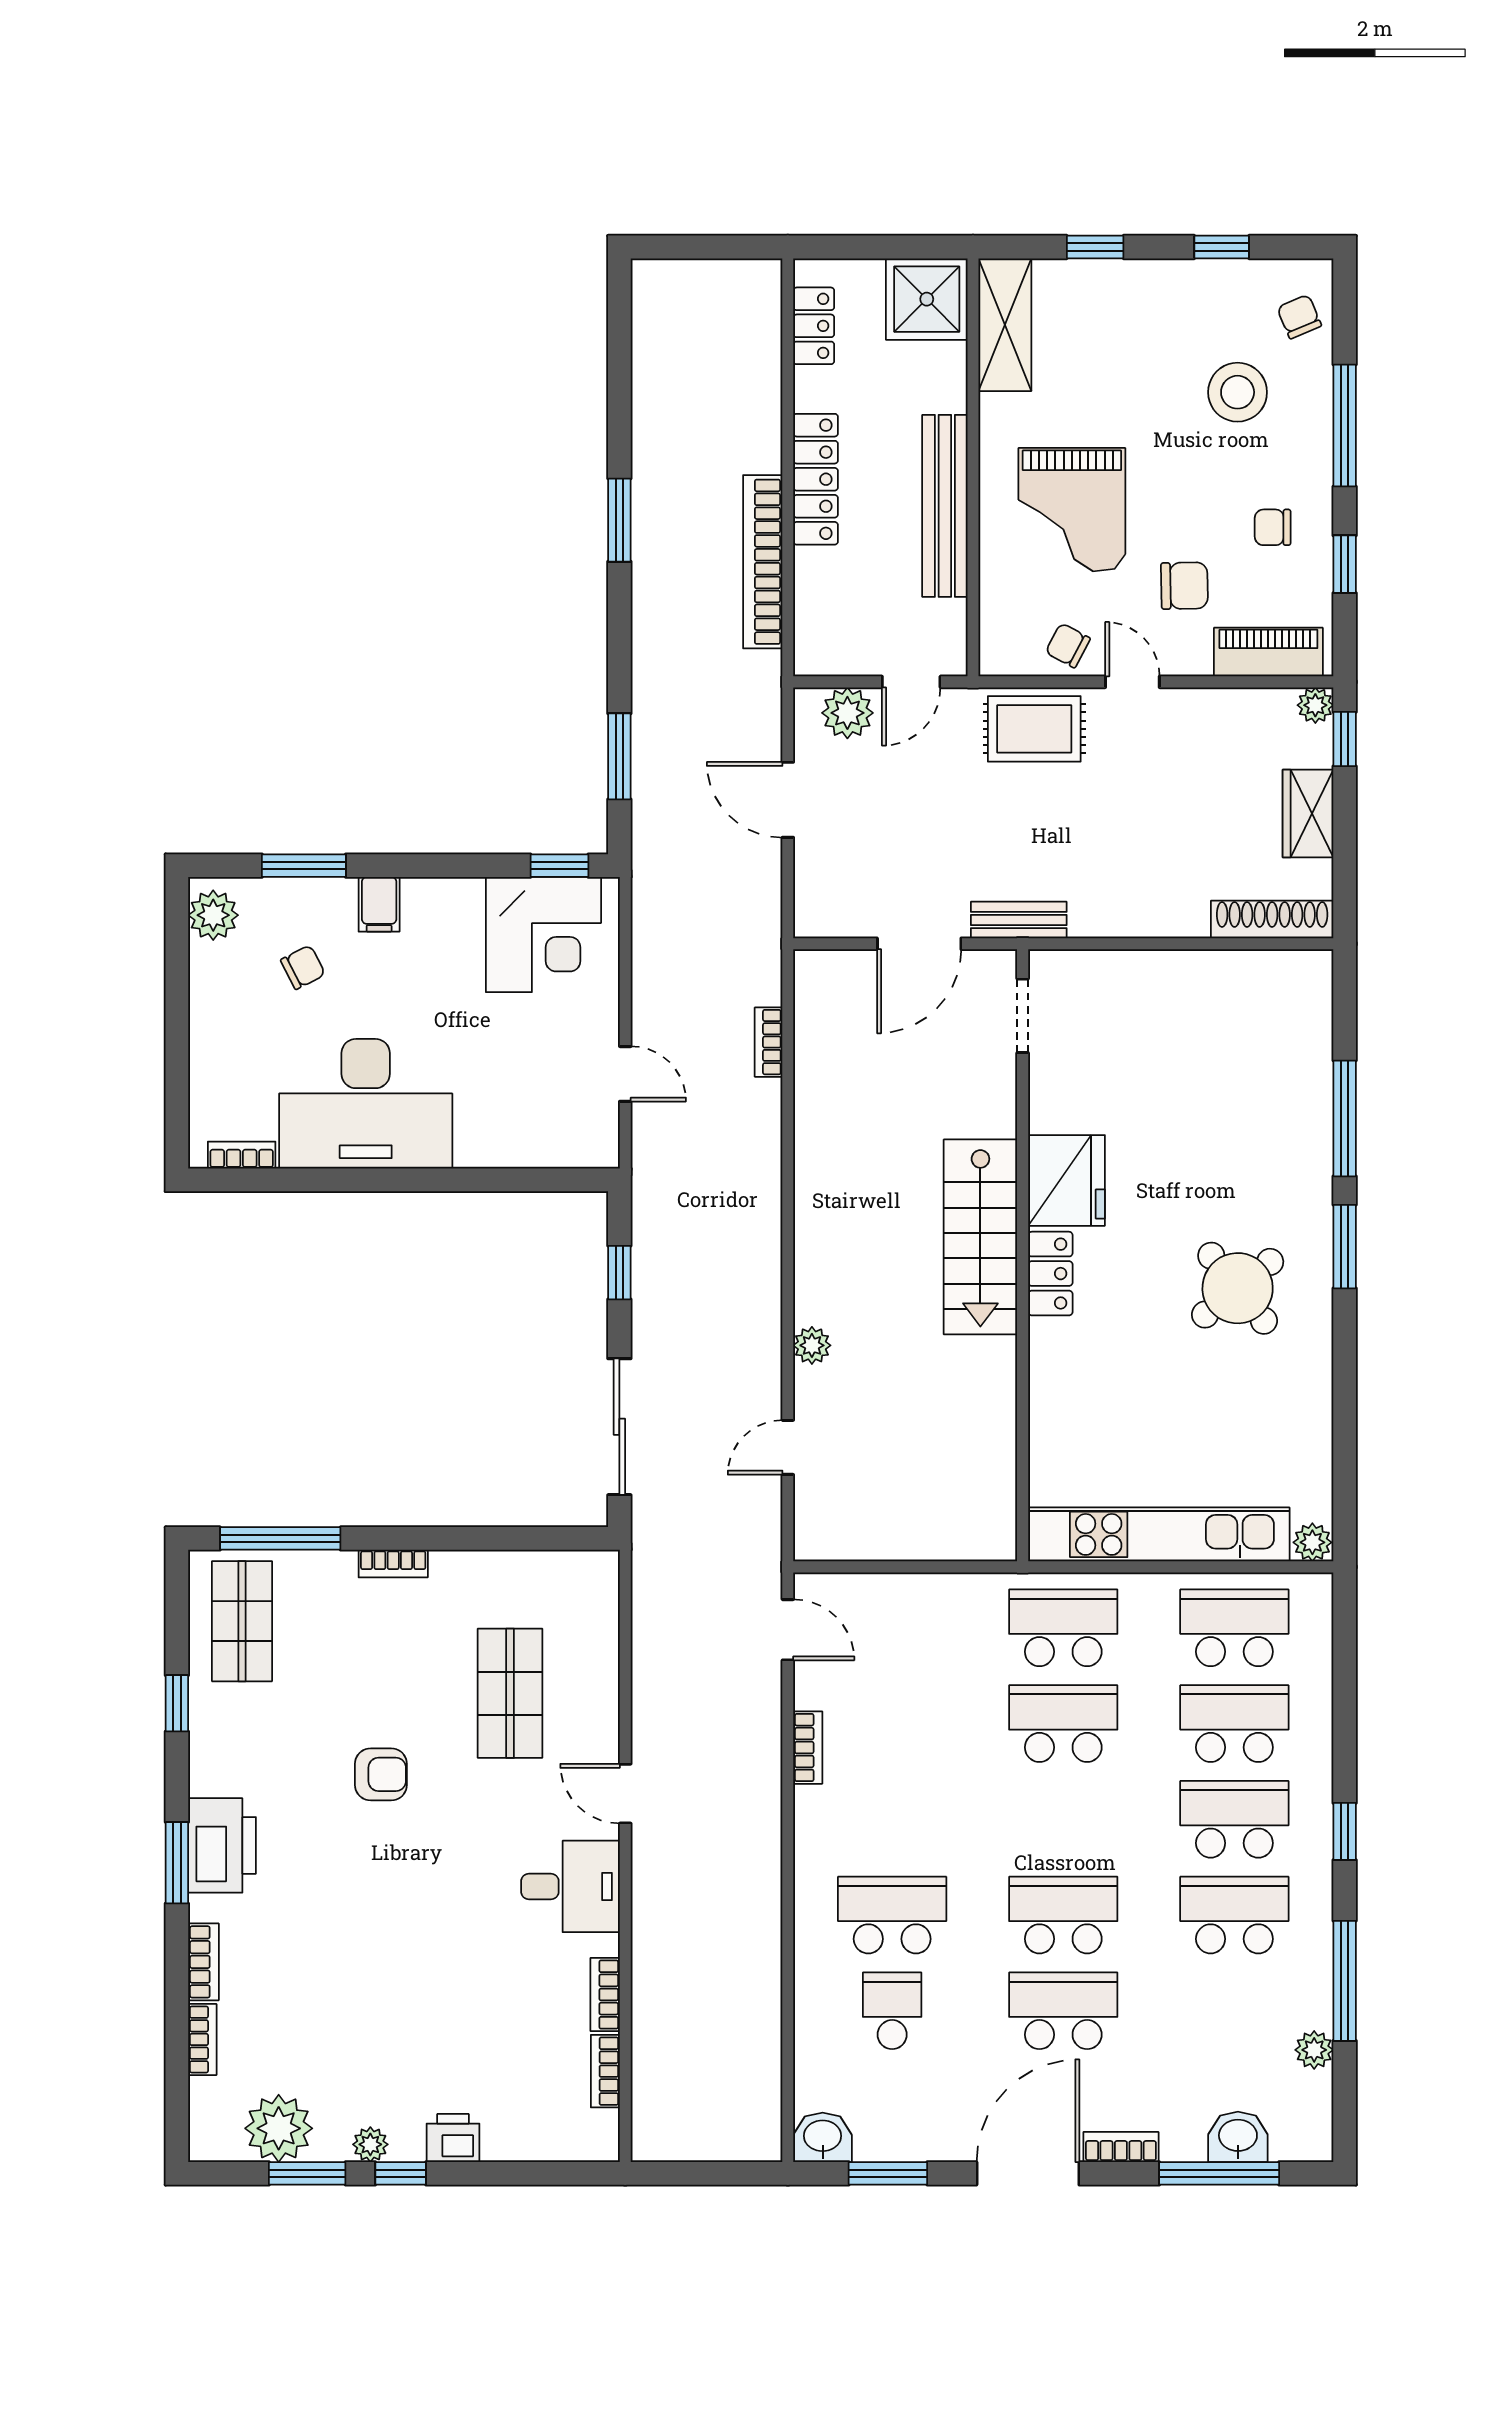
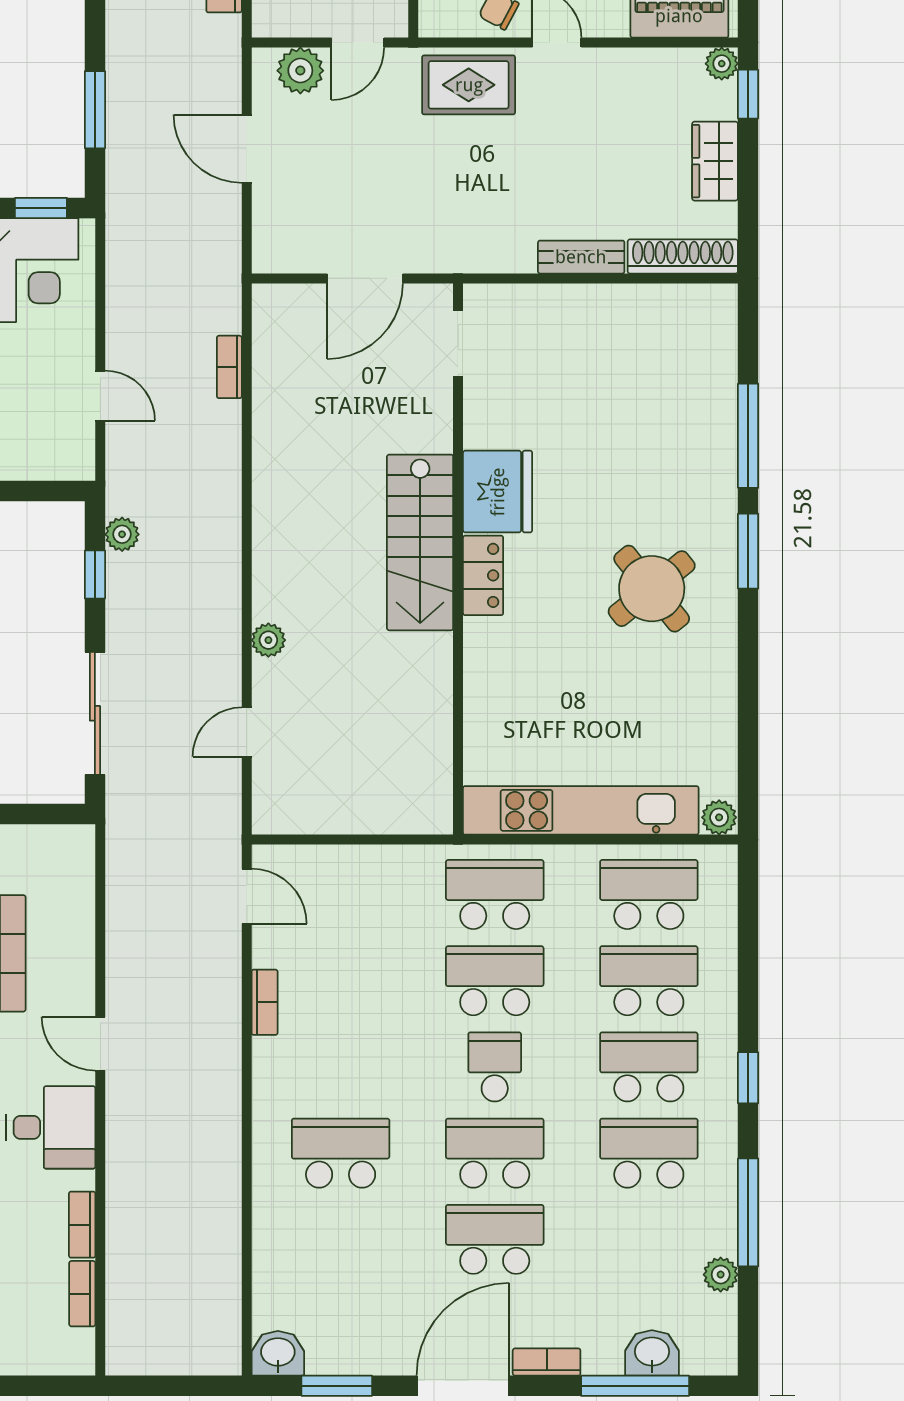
bench: (1019, 920) -> (581, 257), moved
plant: (649, 1228) -> (122, 534), added
school desk: (892, 2011) -> (495, 1067), moved

